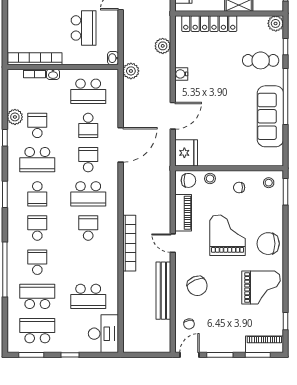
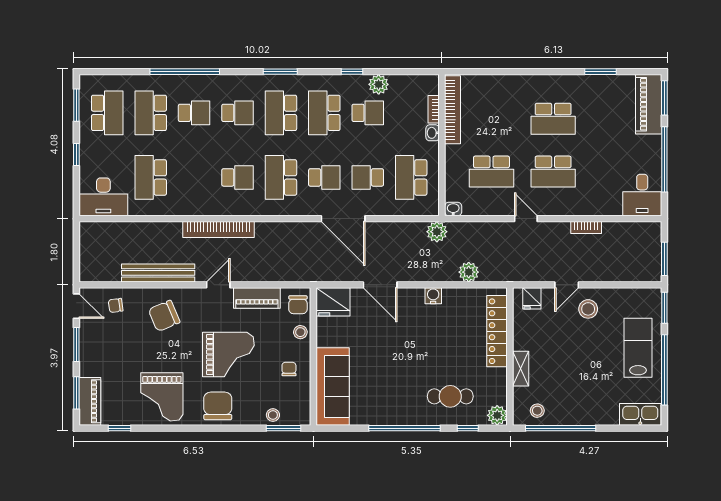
cafe table: (261, 60) -> (450, 396), turned 90
sofa: (270, 116) -> (333, 386), moved, turned 90
stool: (269, 183) -> (273, 415), moved
school desk: (37, 194) -> (281, 113), width x1.85
school desk: (37, 296) -> (151, 113), turned 180

